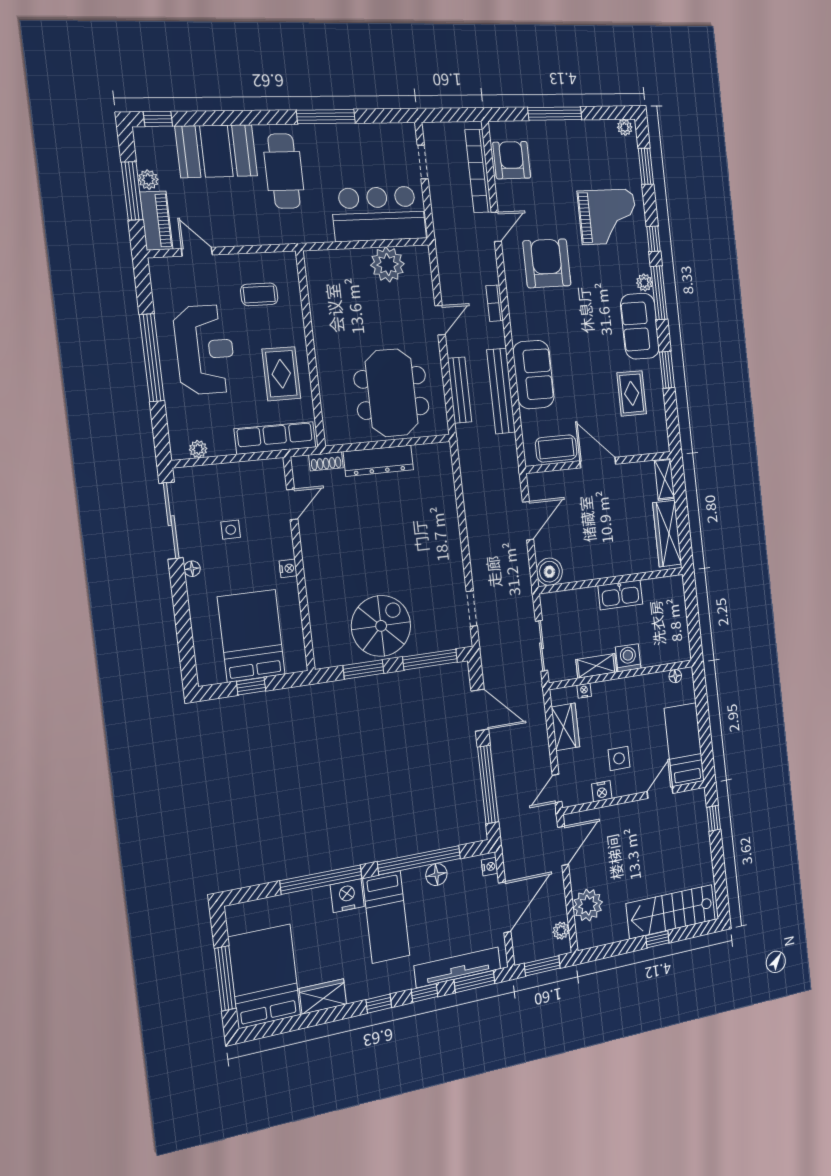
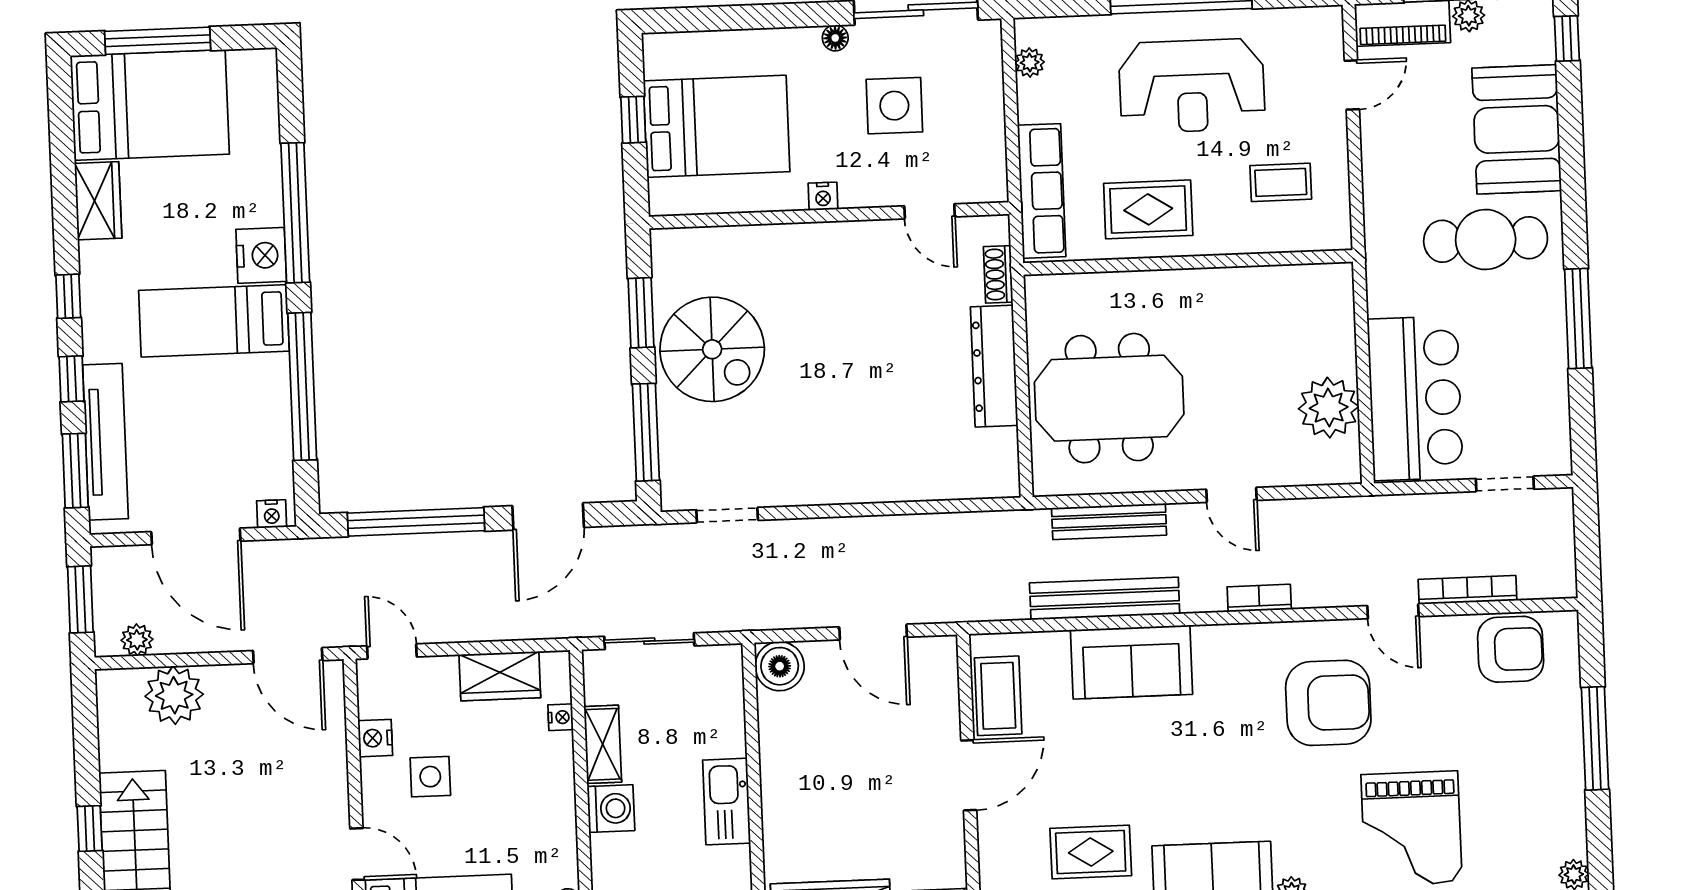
bookcase: (478, 171) -> (1467, 590), width x0.68, depth x0.76
coffee table: (259, 294) -> (1281, 182), turned 90
side table: (231, 530) -> (894, 106), width x1.87, depth x1.87
floor lamp: (436, 875) -> (273, 416), removed

